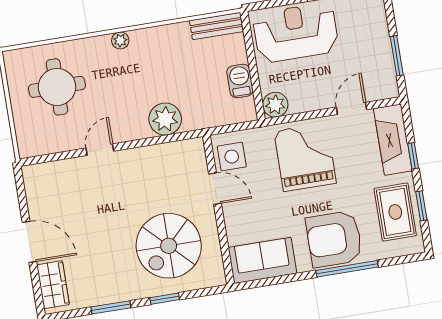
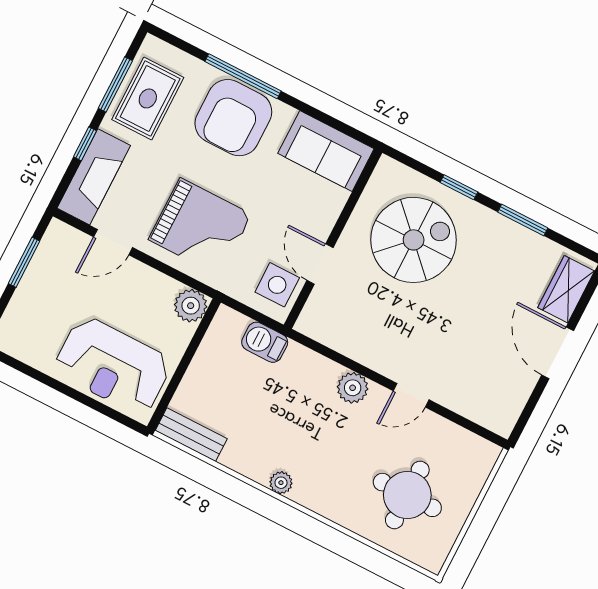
plant: (120, 40) -> (281, 483), moved
barbecue: (240, 81) -> (265, 342), moved, turned 90
plant: (165, 119) -> (353, 388), moved, width x0.73, depth x0.73
grand piano: (305, 157) -> (200, 227), turned -90
window: (421, 206) -> (115, 85), width x1.50
armchair: (334, 239) -> (233, 118), turned 90

